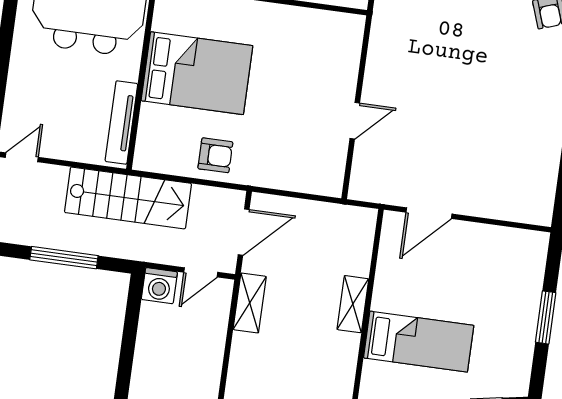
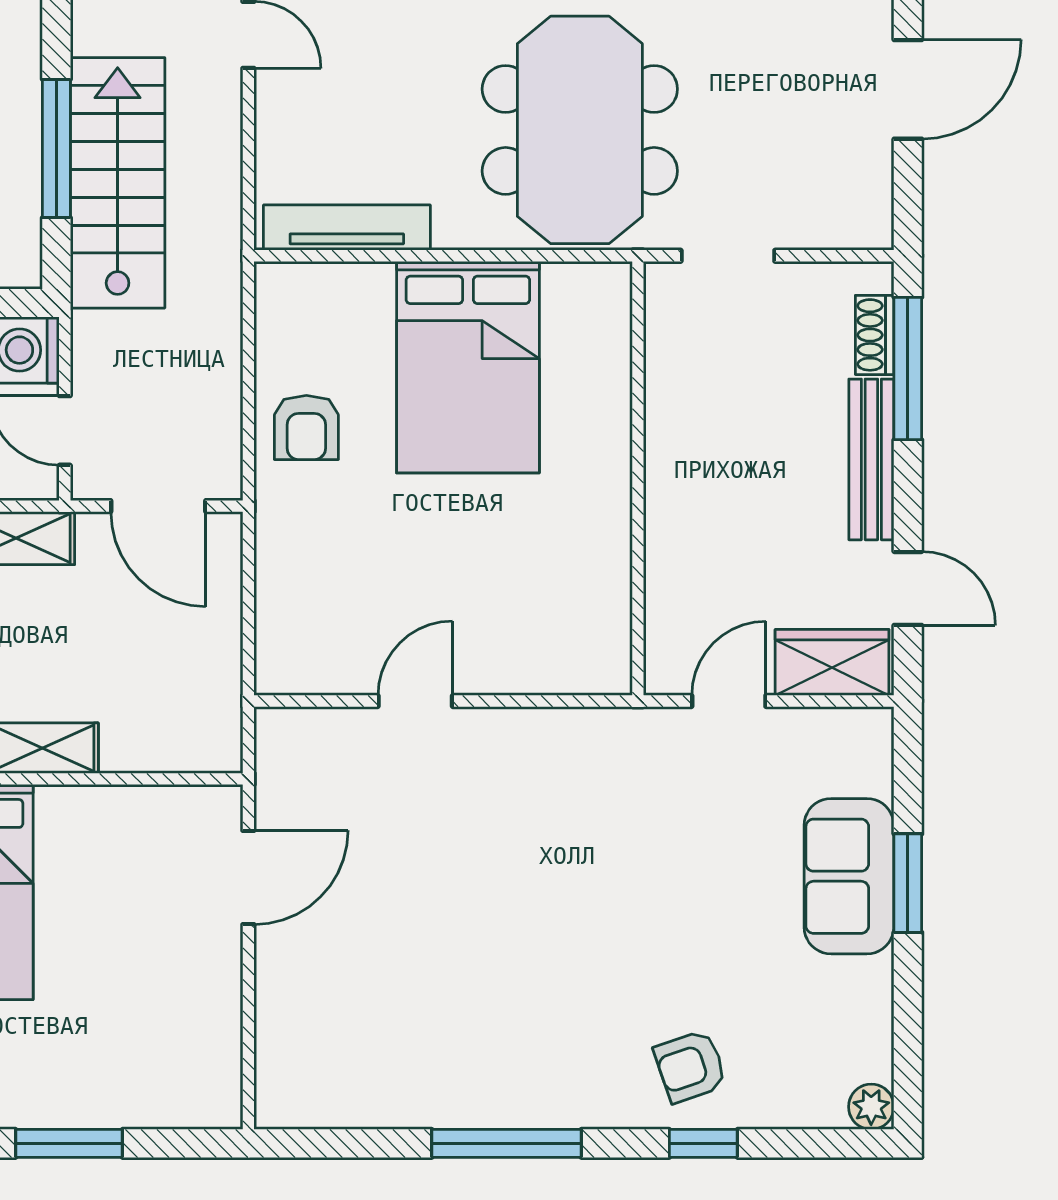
door: (355, 121) -> (415, 701), swing flipped
stairs: (128, 198) -> (118, 183), moved, turned 180
door: (429, 213) -> (248, 877), swing flipped

